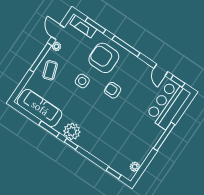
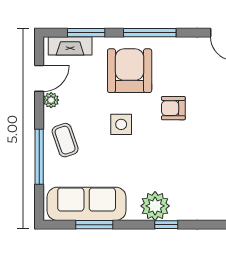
door: (58, 32) -> (39, 78), swing flipped
window: (41, 58) -> (39, 157), moved
armchair: (104, 58) -> (130, 71), turned 90
window: (49, 129) -> (94, 225), moved

